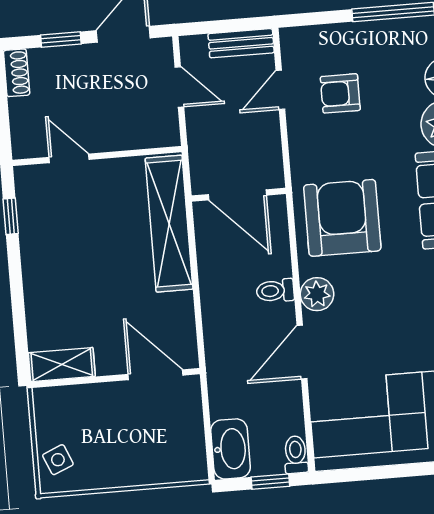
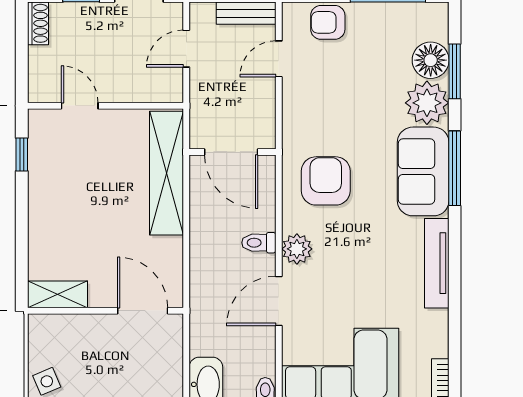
door: (179, 87) -> (186, 49), swing flipped
armchair: (340, 93) -> (328, 22), moved
armchair: (342, 218) -> (326, 181), width x0.73, depth x0.73

